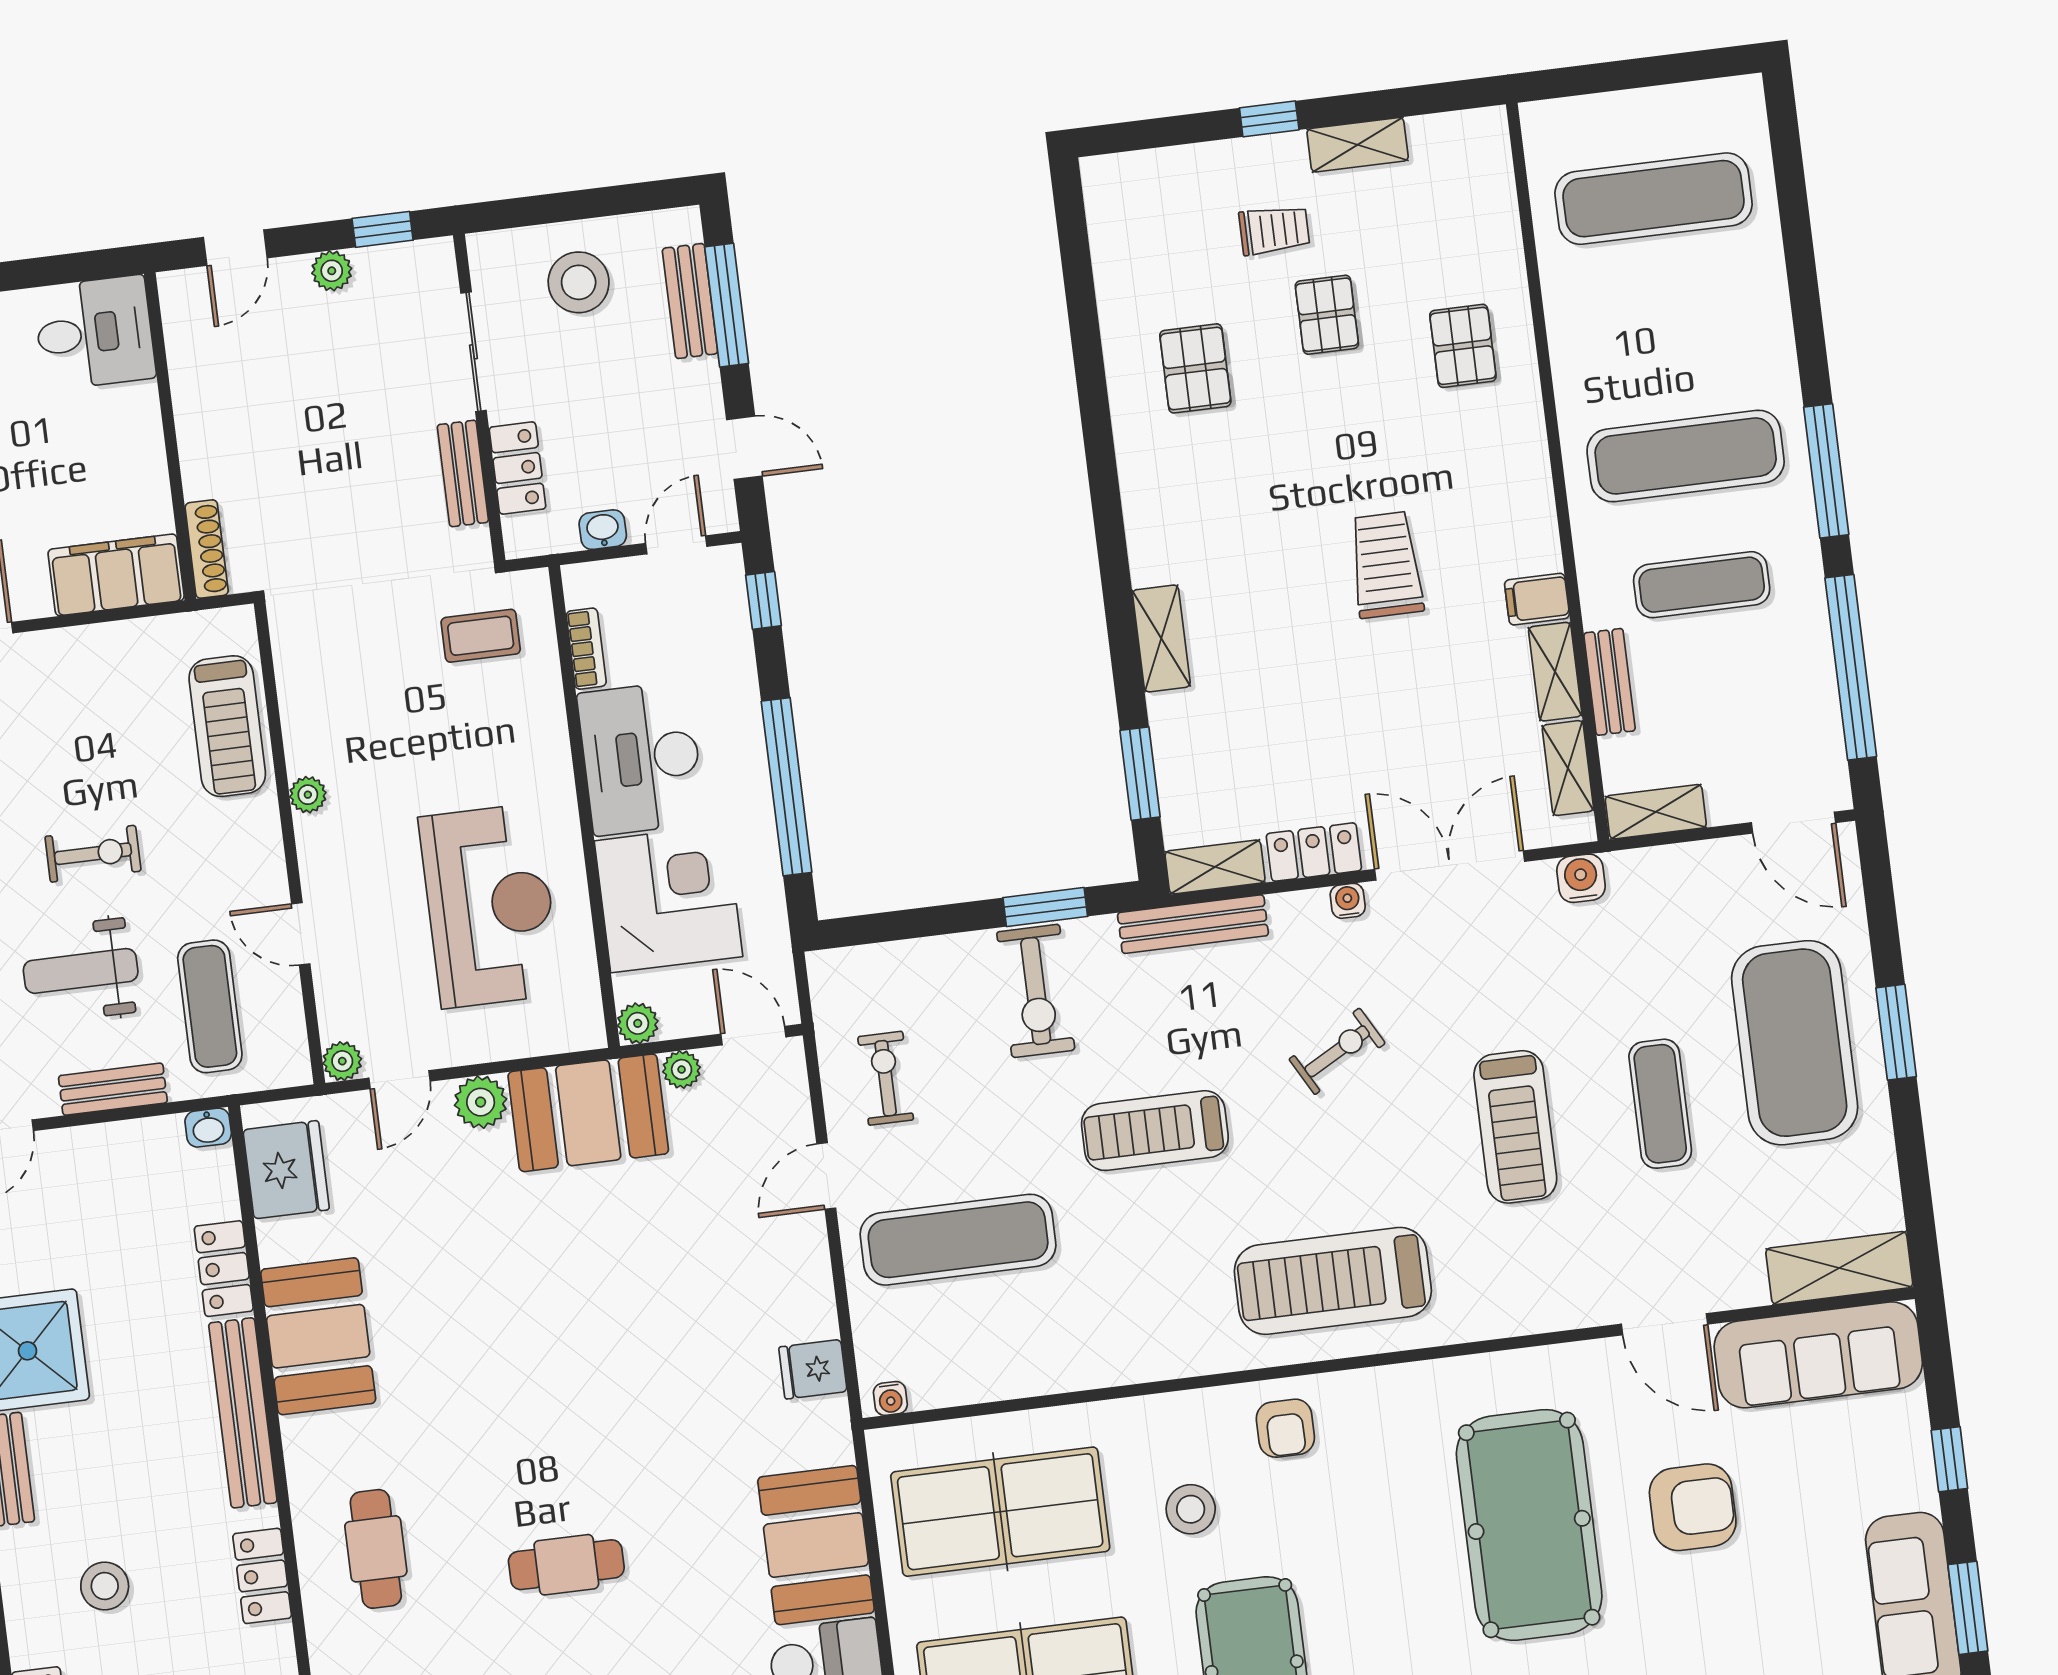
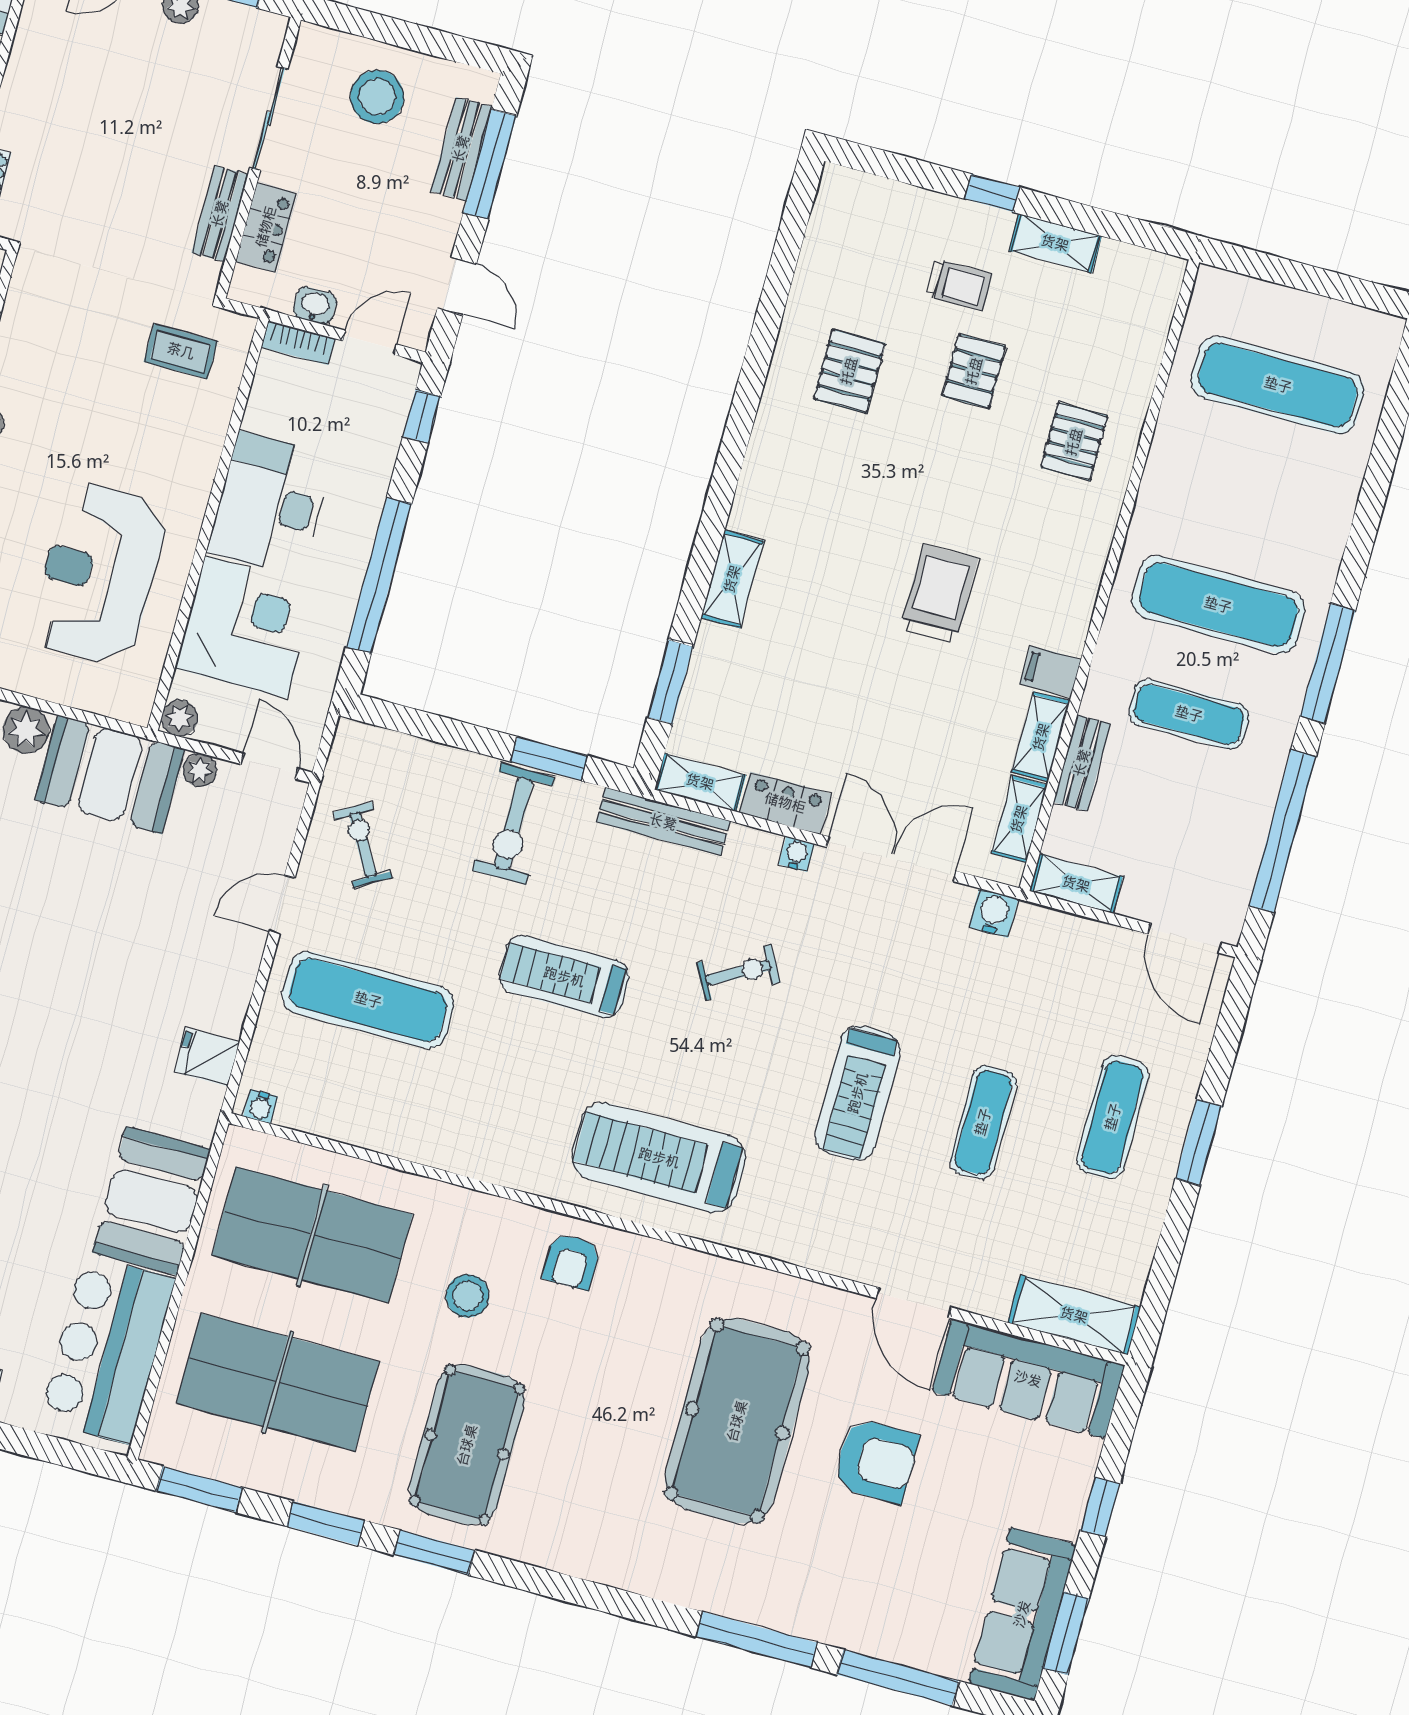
bookcase: (586, 649) -> (298, 343), moved, turned 90
reception desk: (490, 906) -> (99, 574), turned 180
exercise mat: (1795, 1043) -> (1113, 1117), width x0.50, depth x0.69
exercise bike: (886, 1078) -> (363, 845), turned -30

